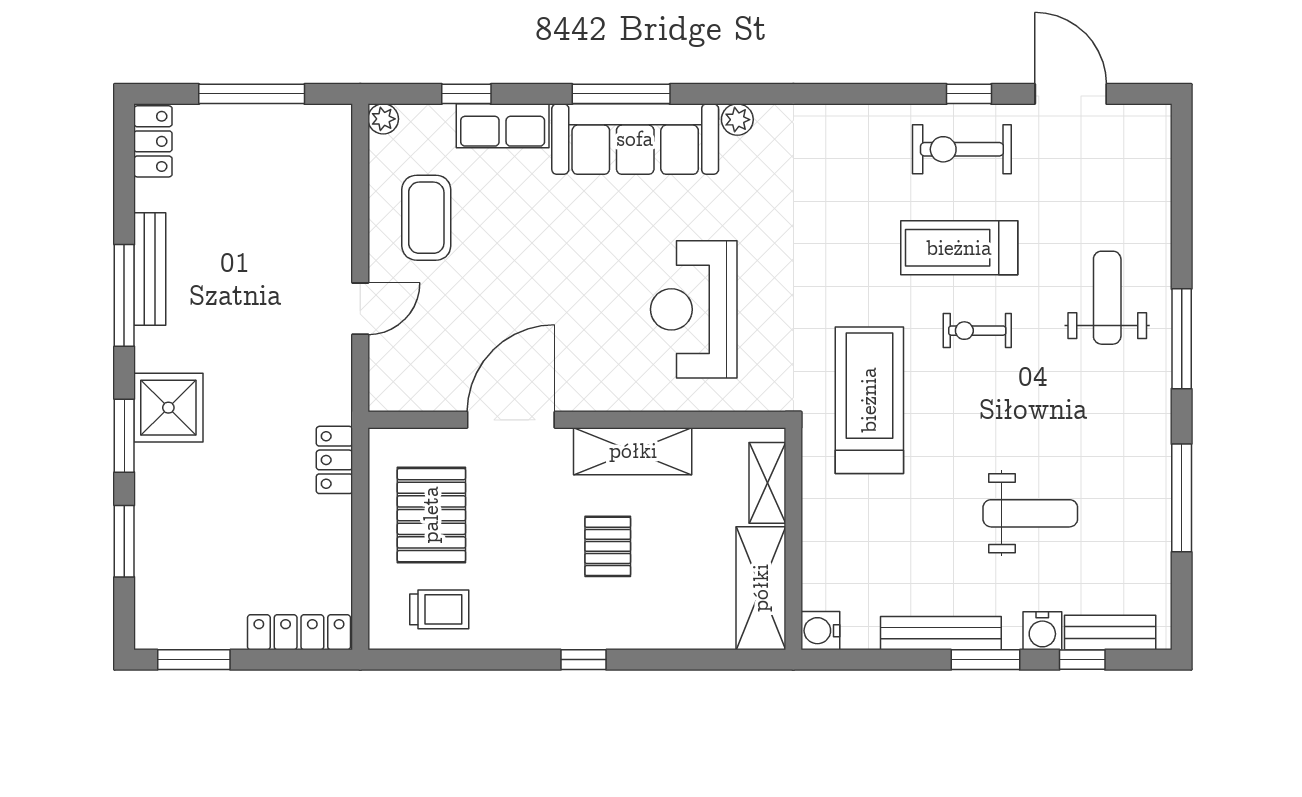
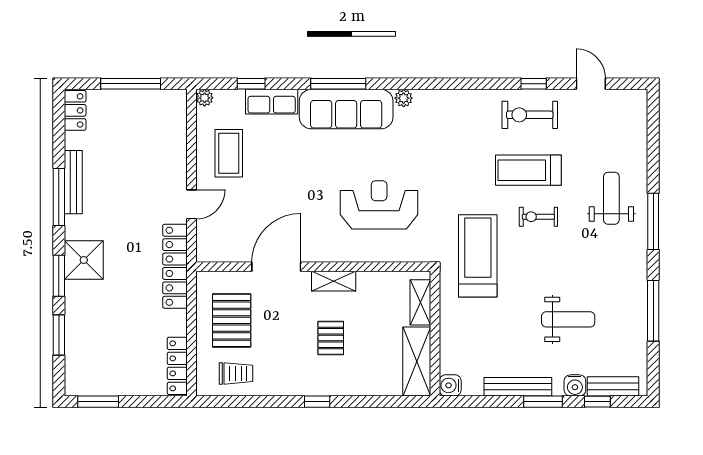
door: (1071, 94) -> (591, 84), width x0.73
reception desk: (694, 309) -> (379, 205), turned 90
shelving: (633, 451) -> (334, 281), width x0.67, depth x0.75
locker: (334, 460) -> (175, 266), width x2.16, depth x1.21
locker: (299, 632) -> (177, 366), moved, turned -90

